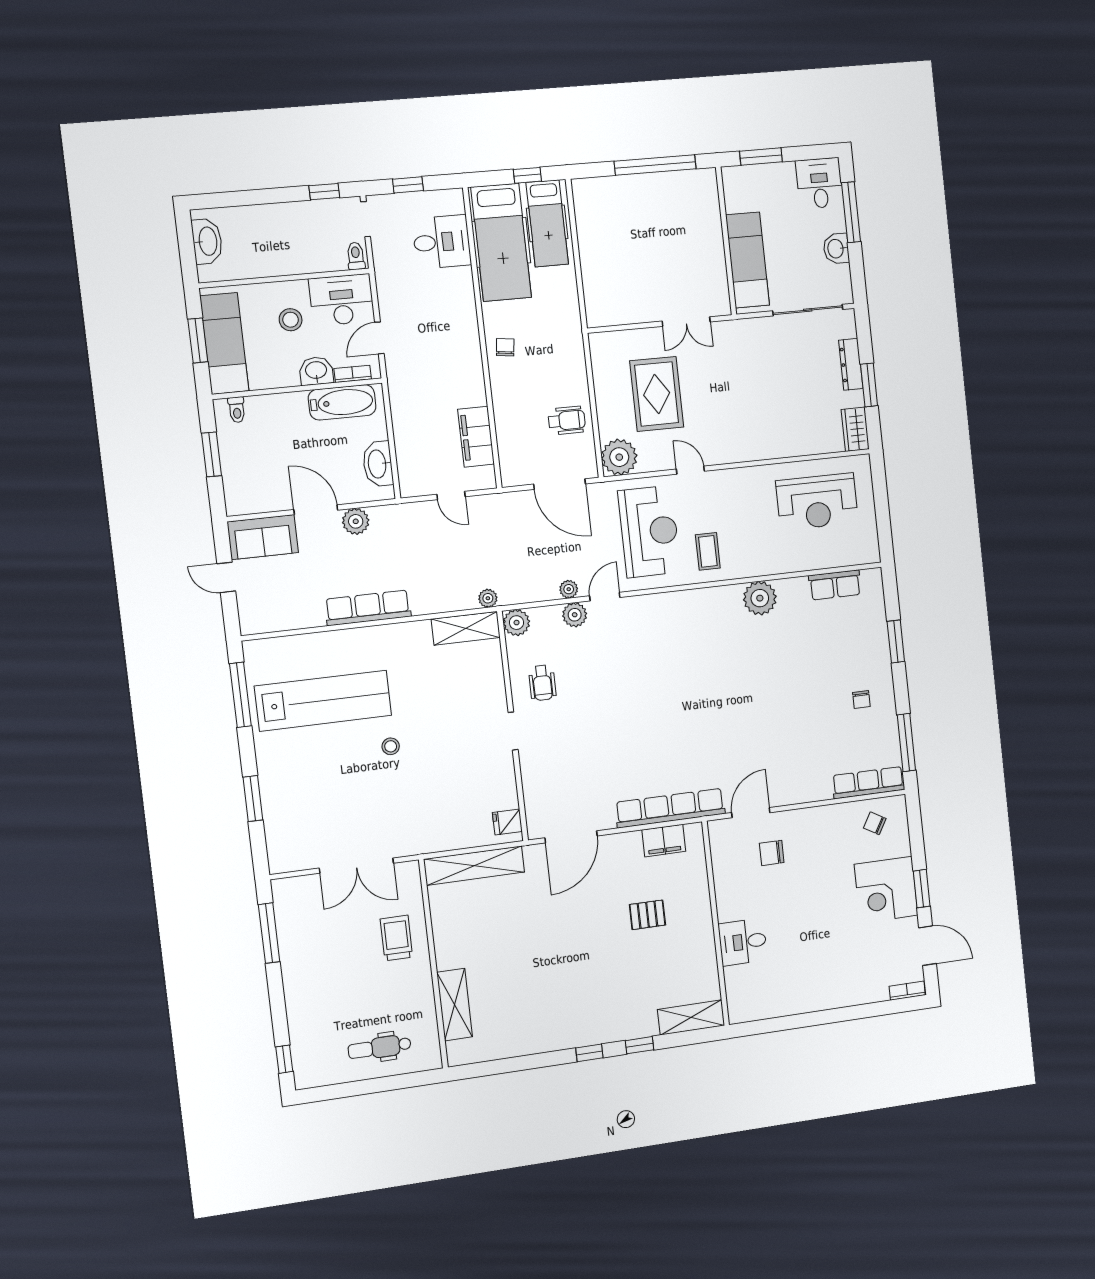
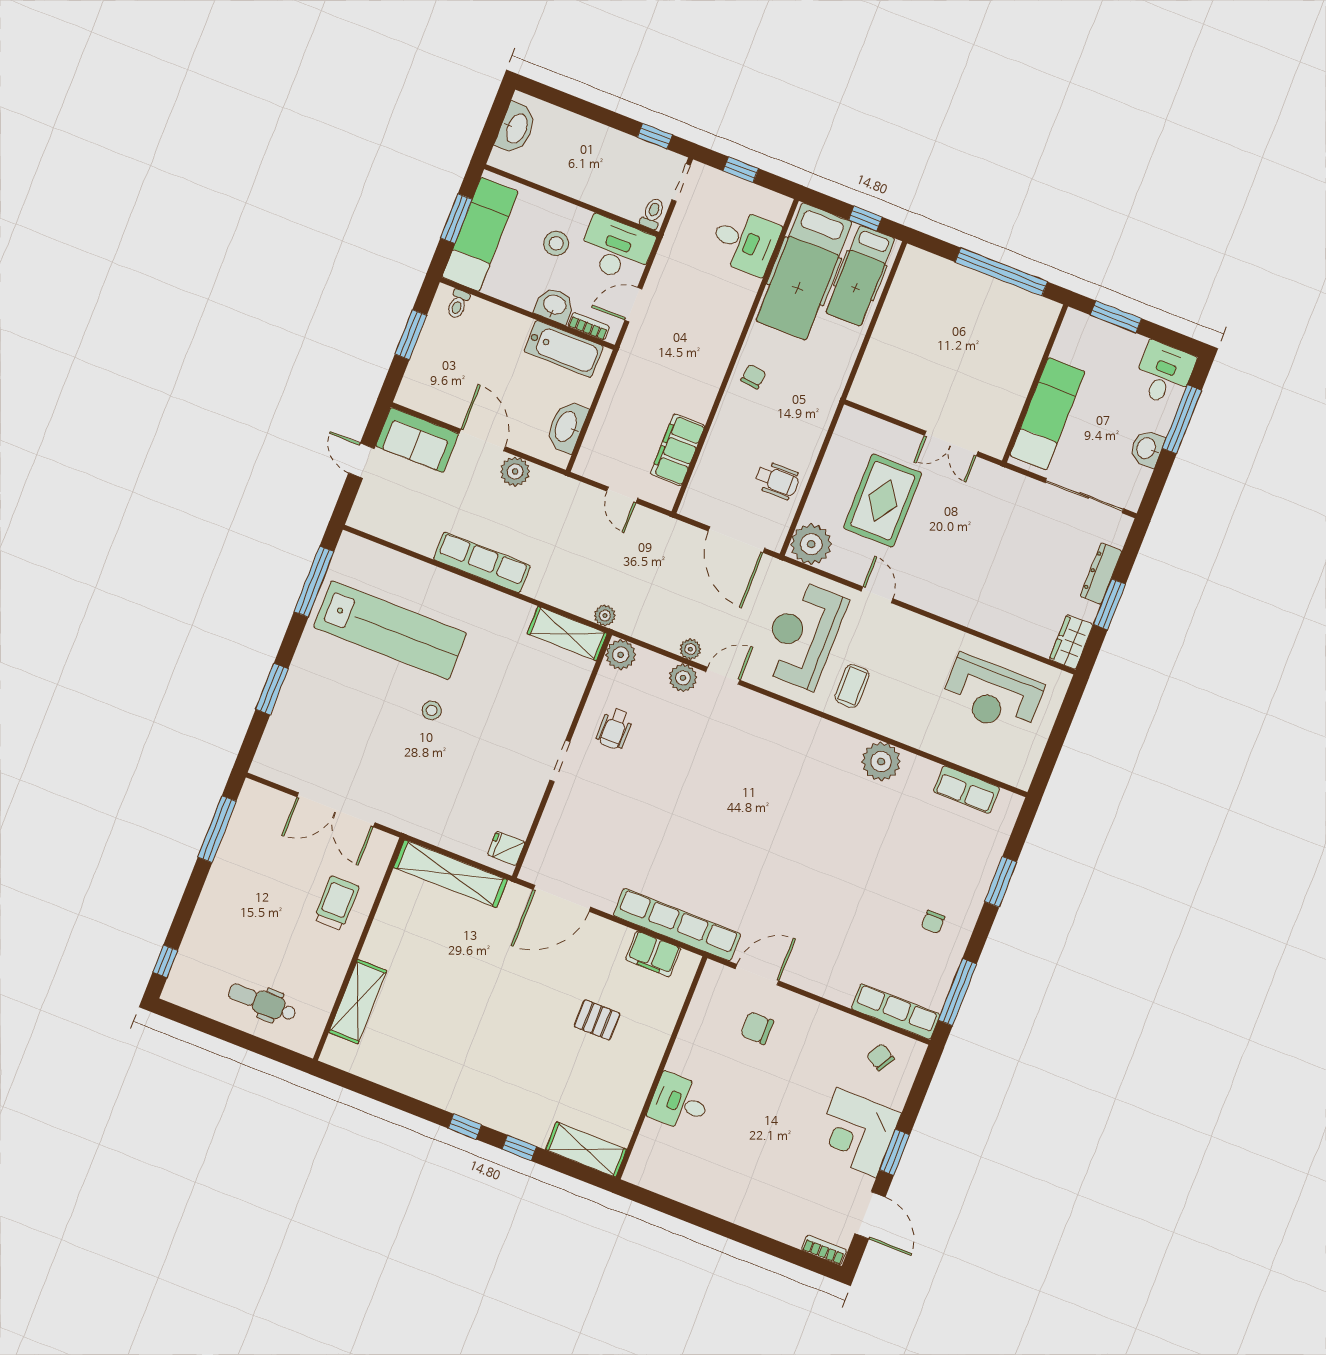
reception desk: (649, 532) -> (803, 635), turned 180

